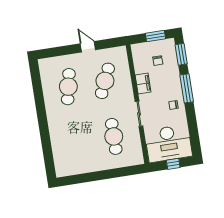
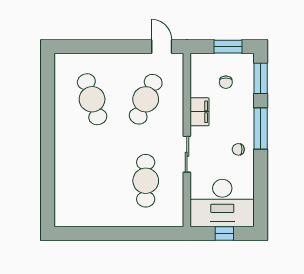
door: (88, 47) -> (162, 47), moved
cafe table: (68, 87) -> (92, 99), turned -30

